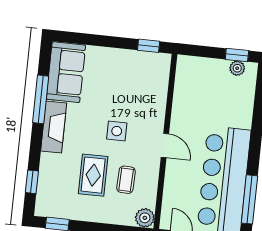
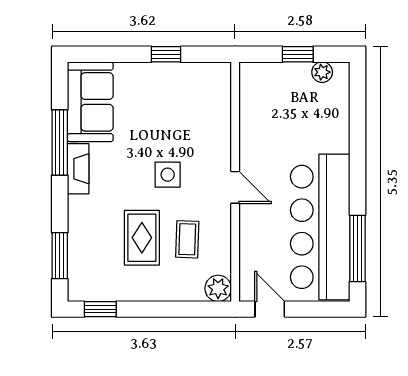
window: (149, 46) -> (166, 54), moved
window: (237, 55) -> (298, 54), moved
fireplace: (54, 127) -> (78, 169), width x0.73, depth x0.76
window: (32, 182) -> (60, 256), width x1.50

